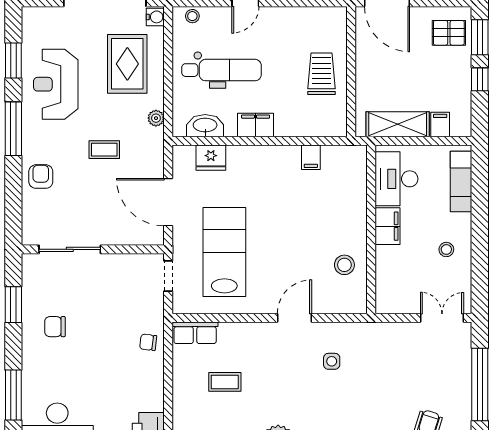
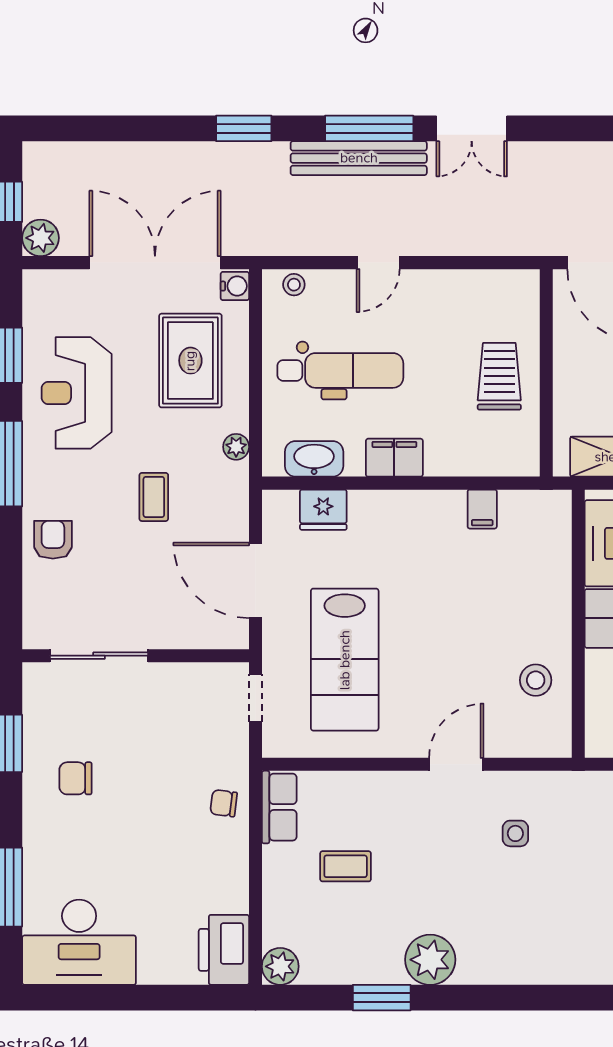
coffee table: (104, 150) -> (154, 497), turned 90
lab bench: (224, 252) -> (345, 660), turned 180
row of seats: (195, 333) -> (279, 807), moved, turned -90

